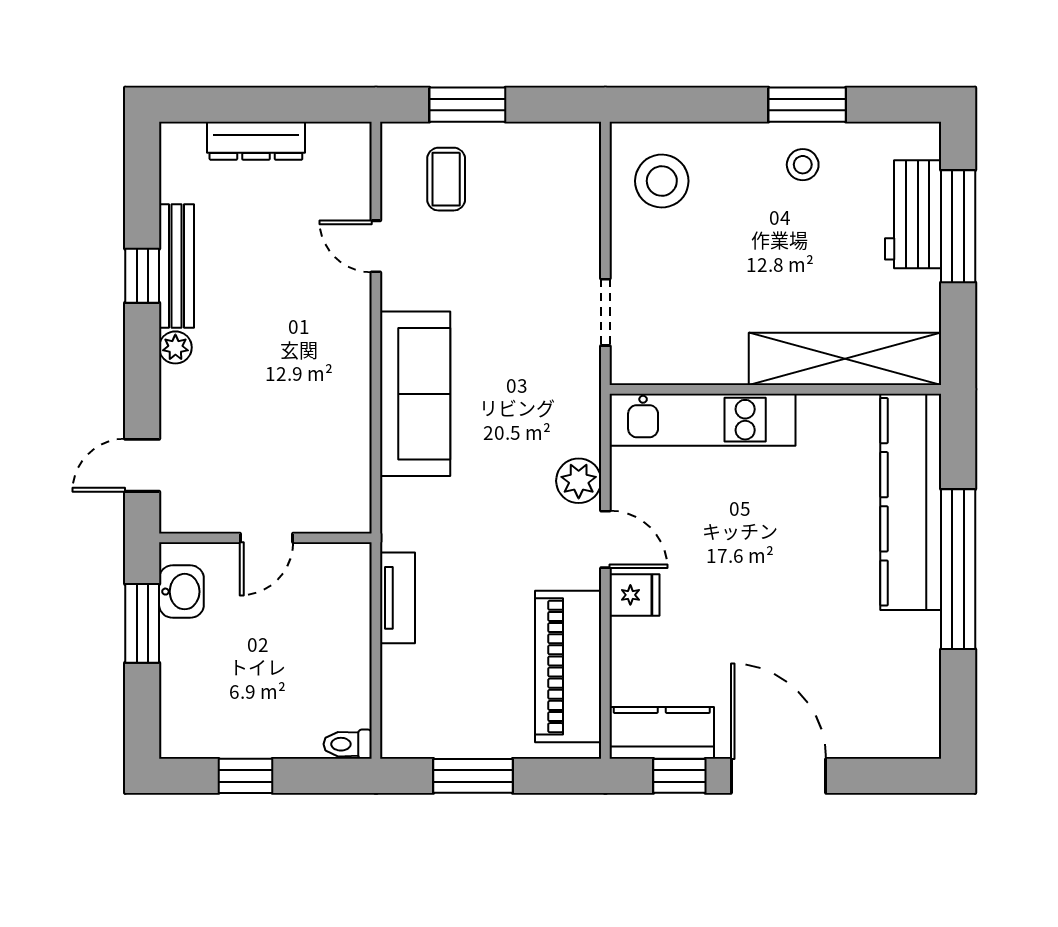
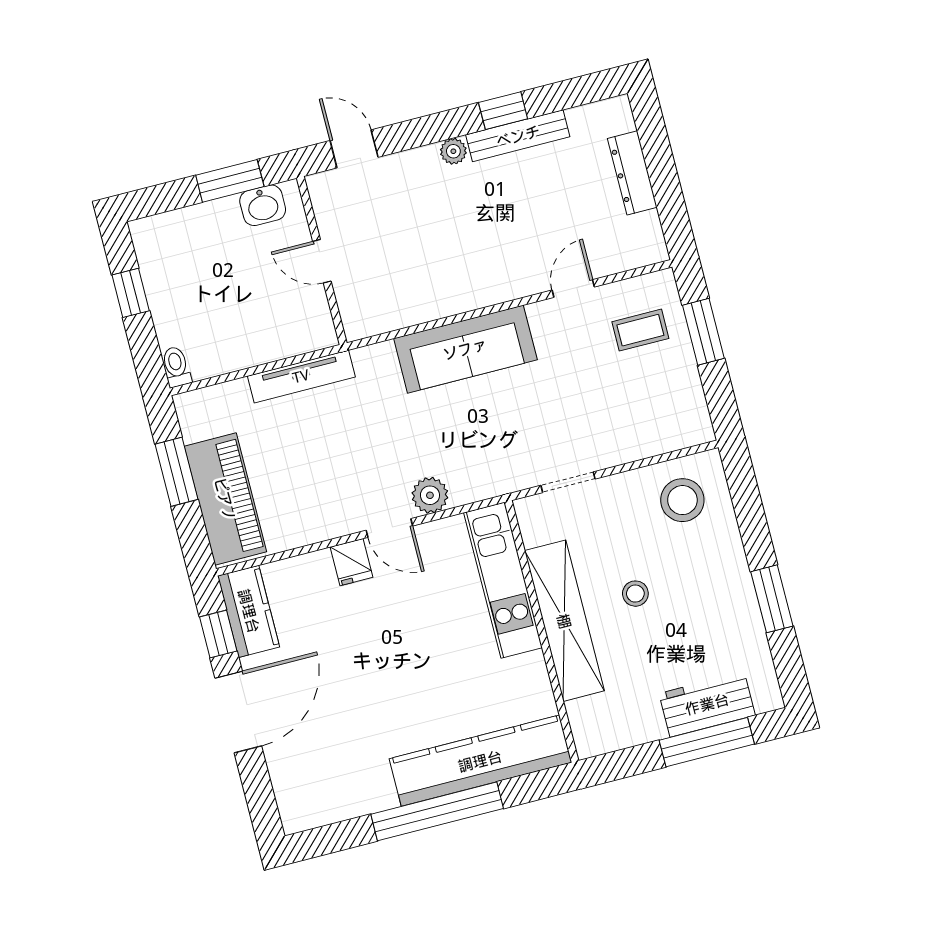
stool: (803, 165) -> (635, 594), moved
shelving: (845, 359) -> (564, 621), moved
door: (605, 539) -> (389, 528), hinge flipped
tv unit: (398, 598) -> (301, 376), width x1.41
piano: (568, 666) -> (225, 499), moved, turned 90

